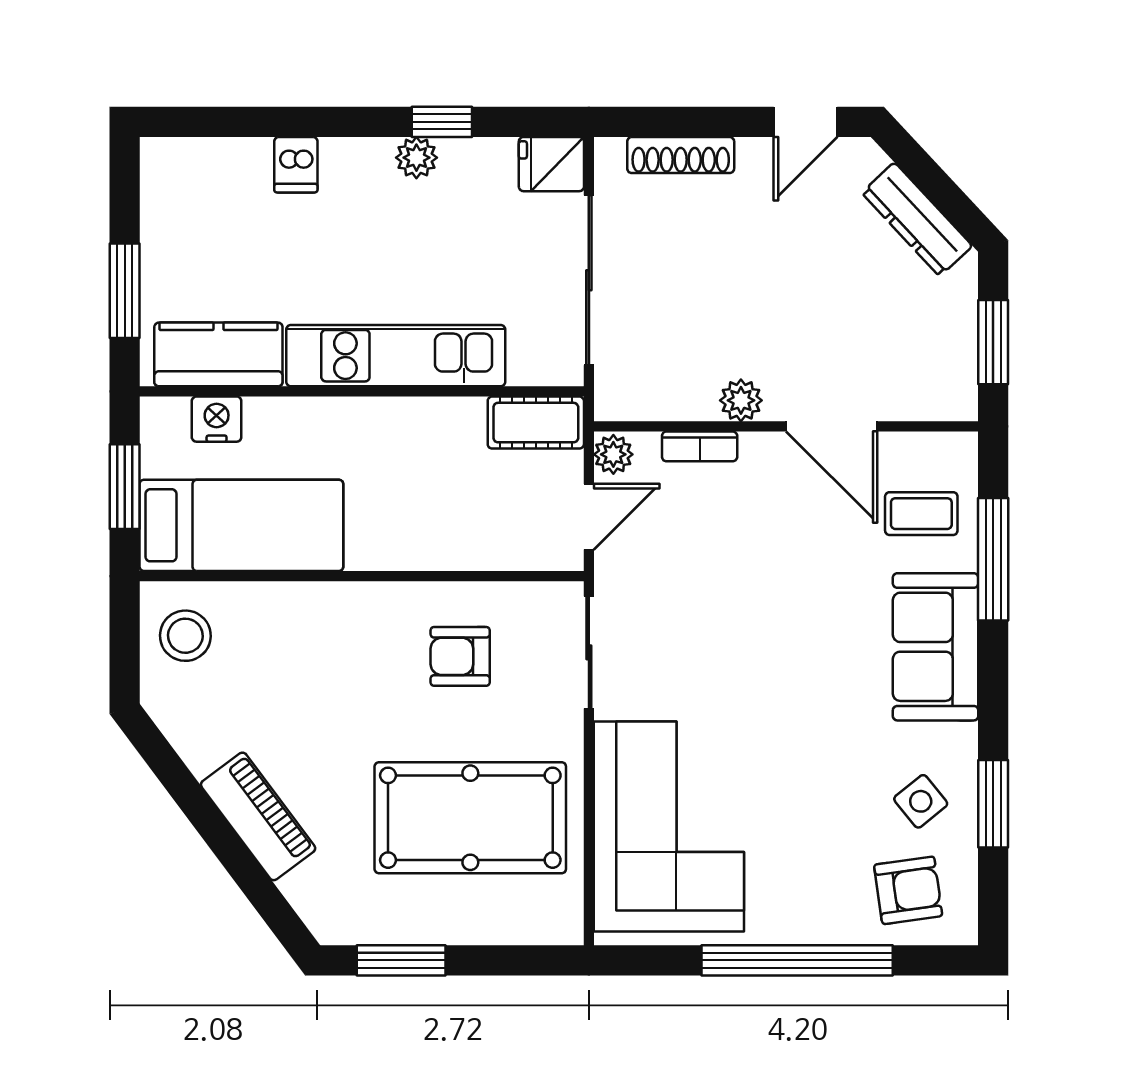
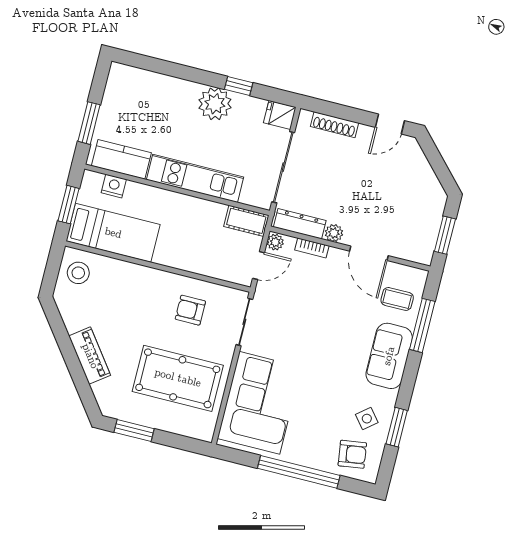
plant: (416, 158) -> (215, 104), width x1.88, depth x1.88
dishwasher: (296, 165) -> (173, 89), removed
dresser: (917, 219) -> (300, 224), moved, turned 133

